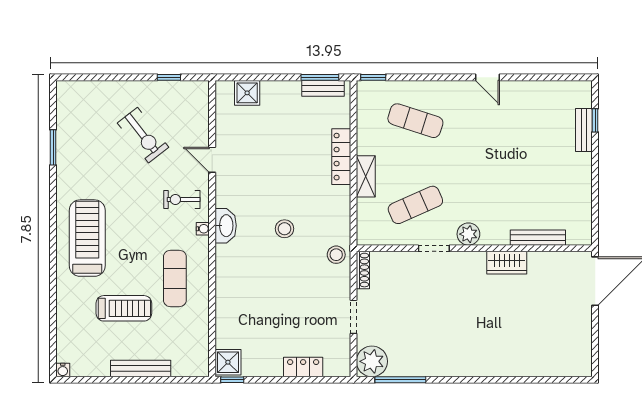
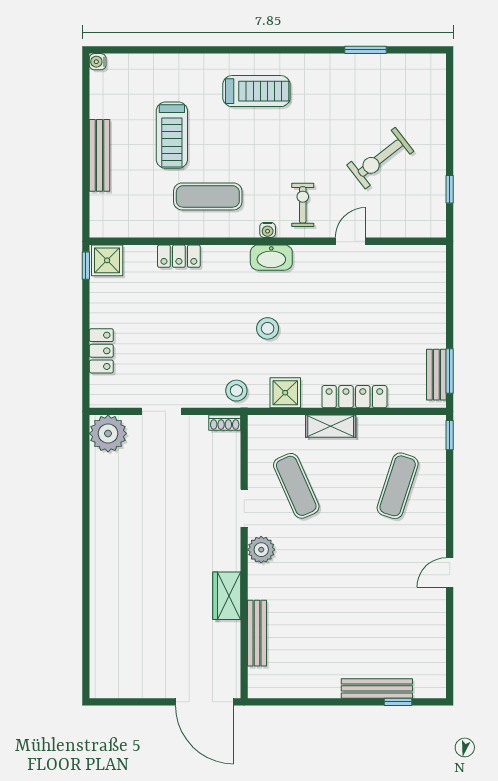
shower: (247, 93) -> (285, 393), moved
bench: (584, 130) -> (377, 688), width x1.36
treadmill: (87, 238) -> (256, 91), width x0.73, depth x0.73
shoe rack: (363, 270) -> (225, 423), width x0.70
locker: (224, 302) -> (179, 256), added
window: (400, 380) -> (86, 468), removed

